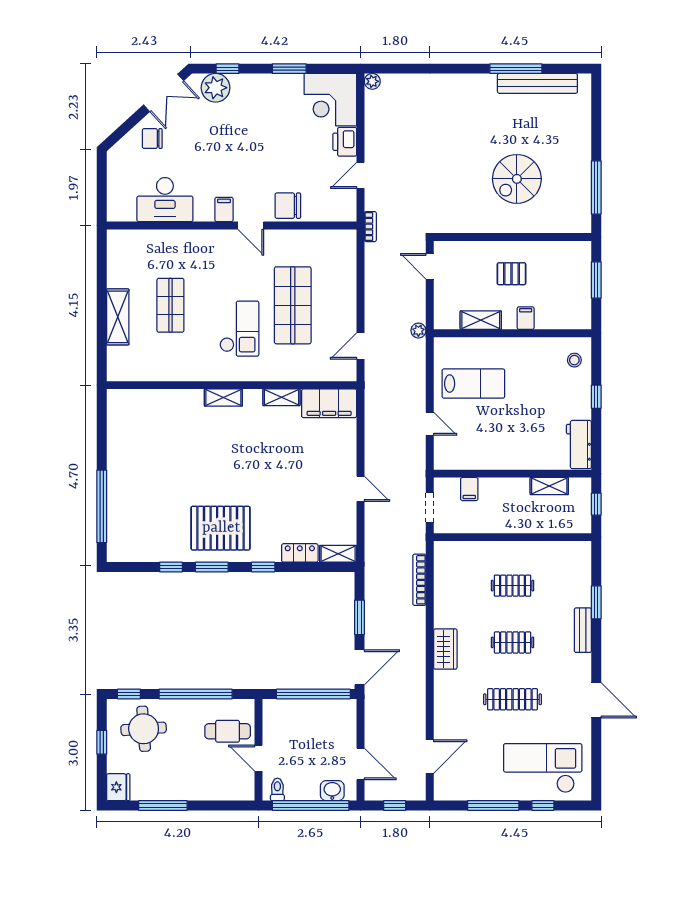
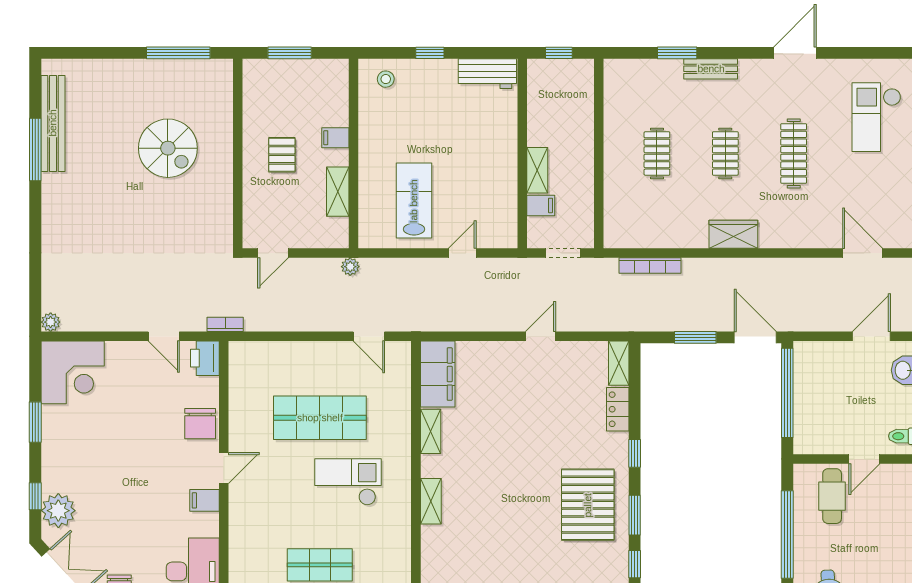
printer: (345, 142) -> (205, 358), moved, turned 90
shelving: (549, 486) -> (537, 170), moved
checkout: (543, 768) -> (876, 117), width x0.73, depth x0.83

